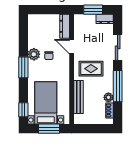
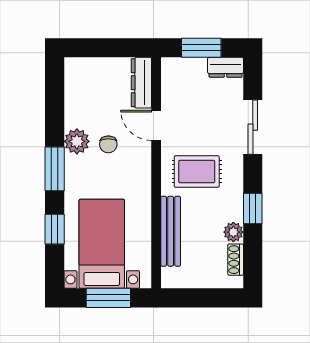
window: (118, 86) -> (253, 208), width x0.46
window: (23, 110) -> (55, 229), moved

